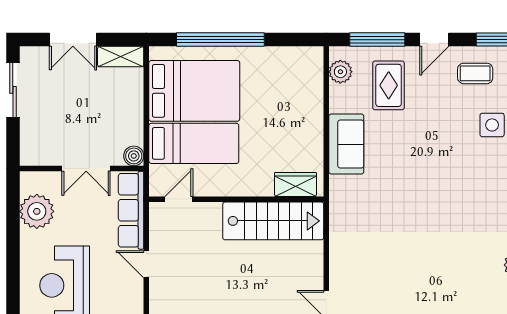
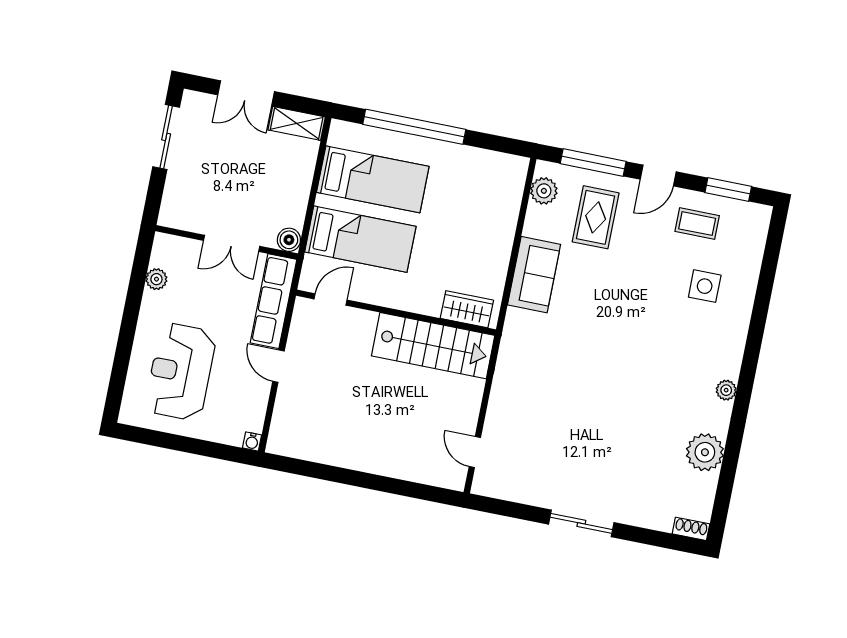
bed: (194, 91) -> (373, 179), width x0.67
plant: (37, 211) -> (156, 279), width x0.53, depth x0.53

